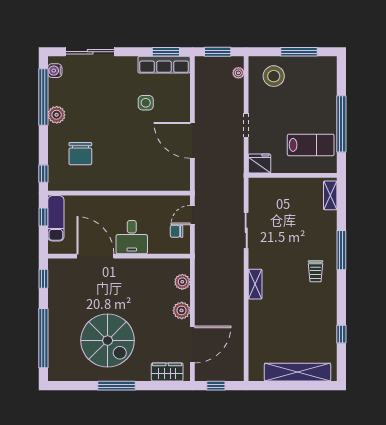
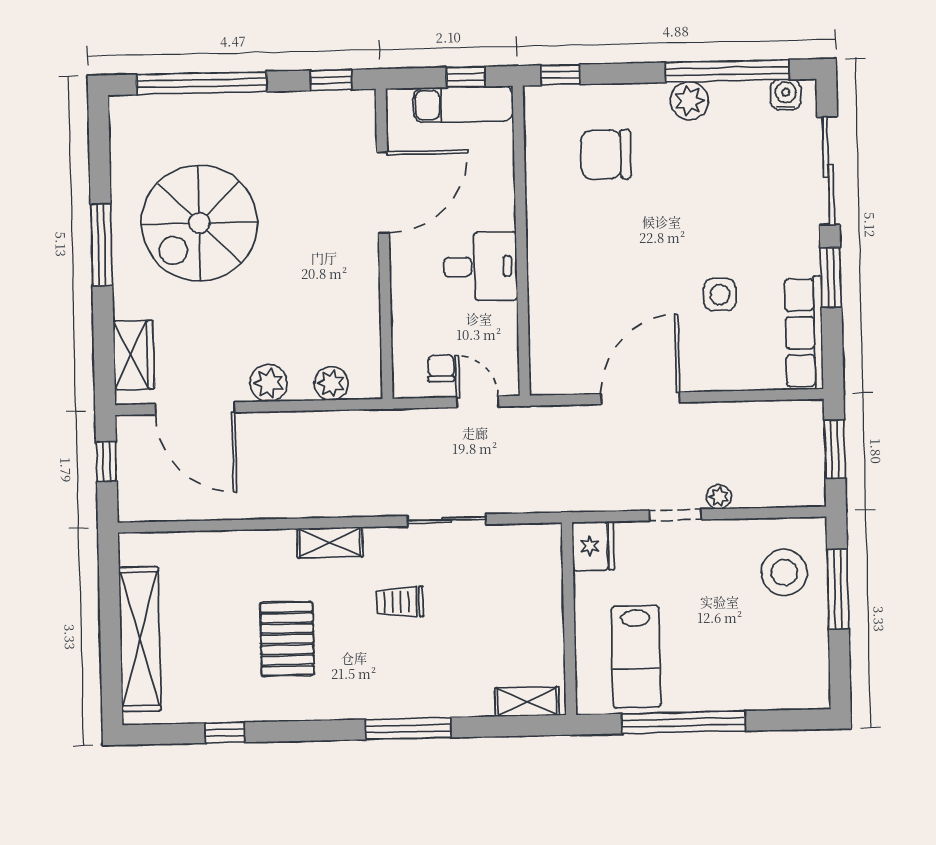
window: (166, 52) -> (831, 278), moved
window: (299, 52) -> (838, 589), moved
plant: (238, 73) -> (719, 497), moved
desk: (132, 237) -> (480, 267), moved, turned 180
trolley: (315, 271) -> (400, 602), moved
pallet: (299, 305) -> (287, 639), added

